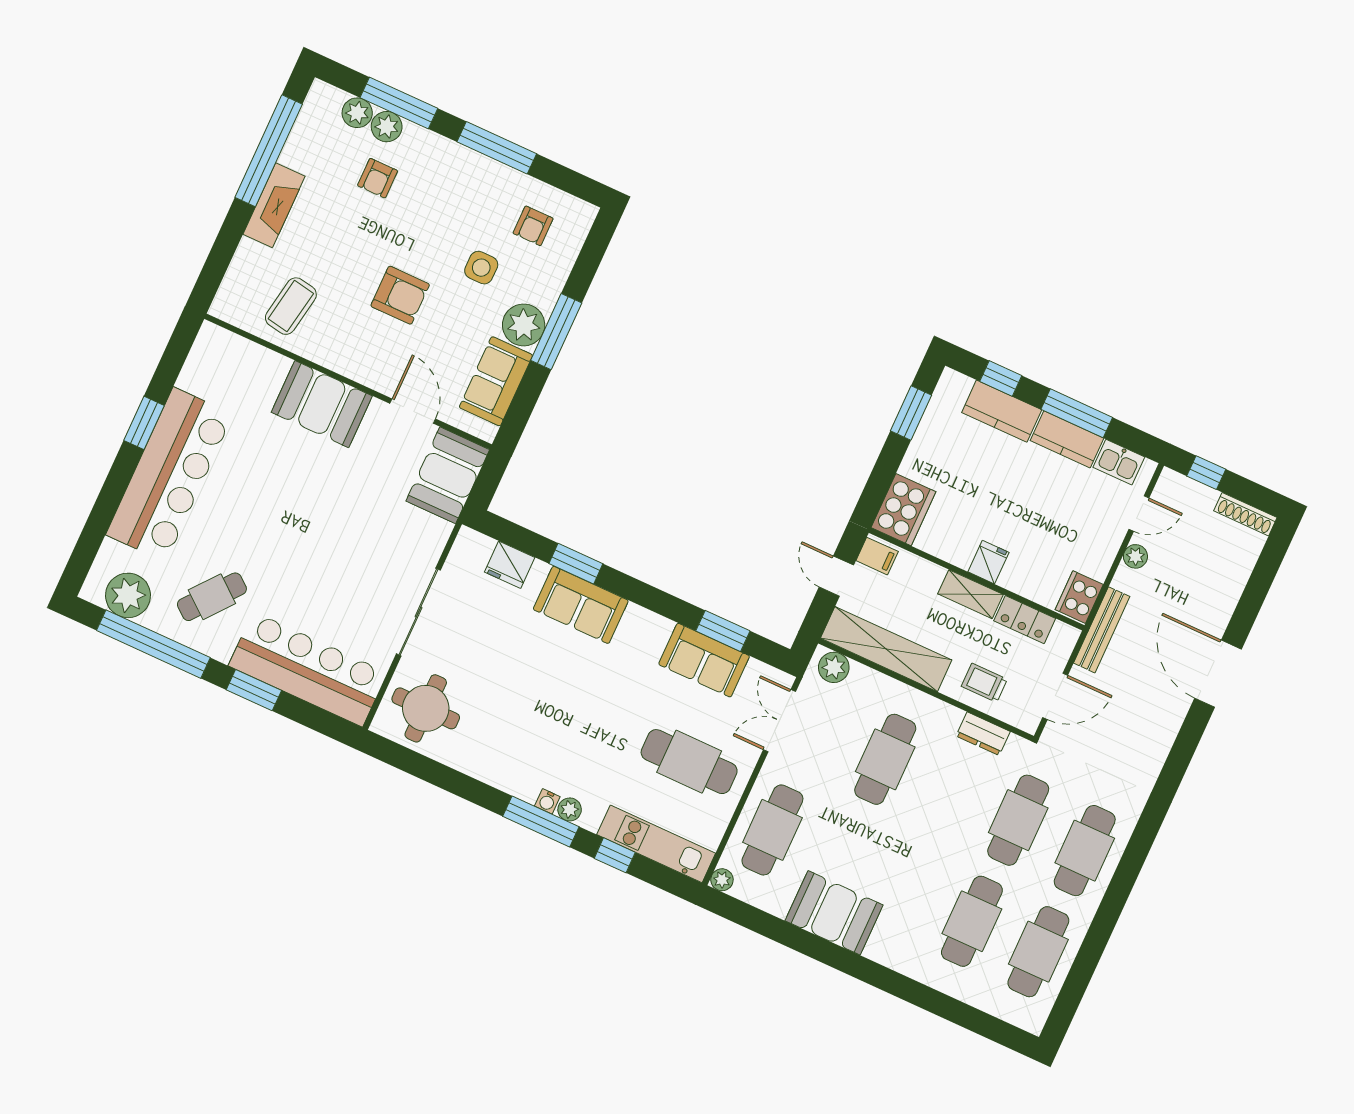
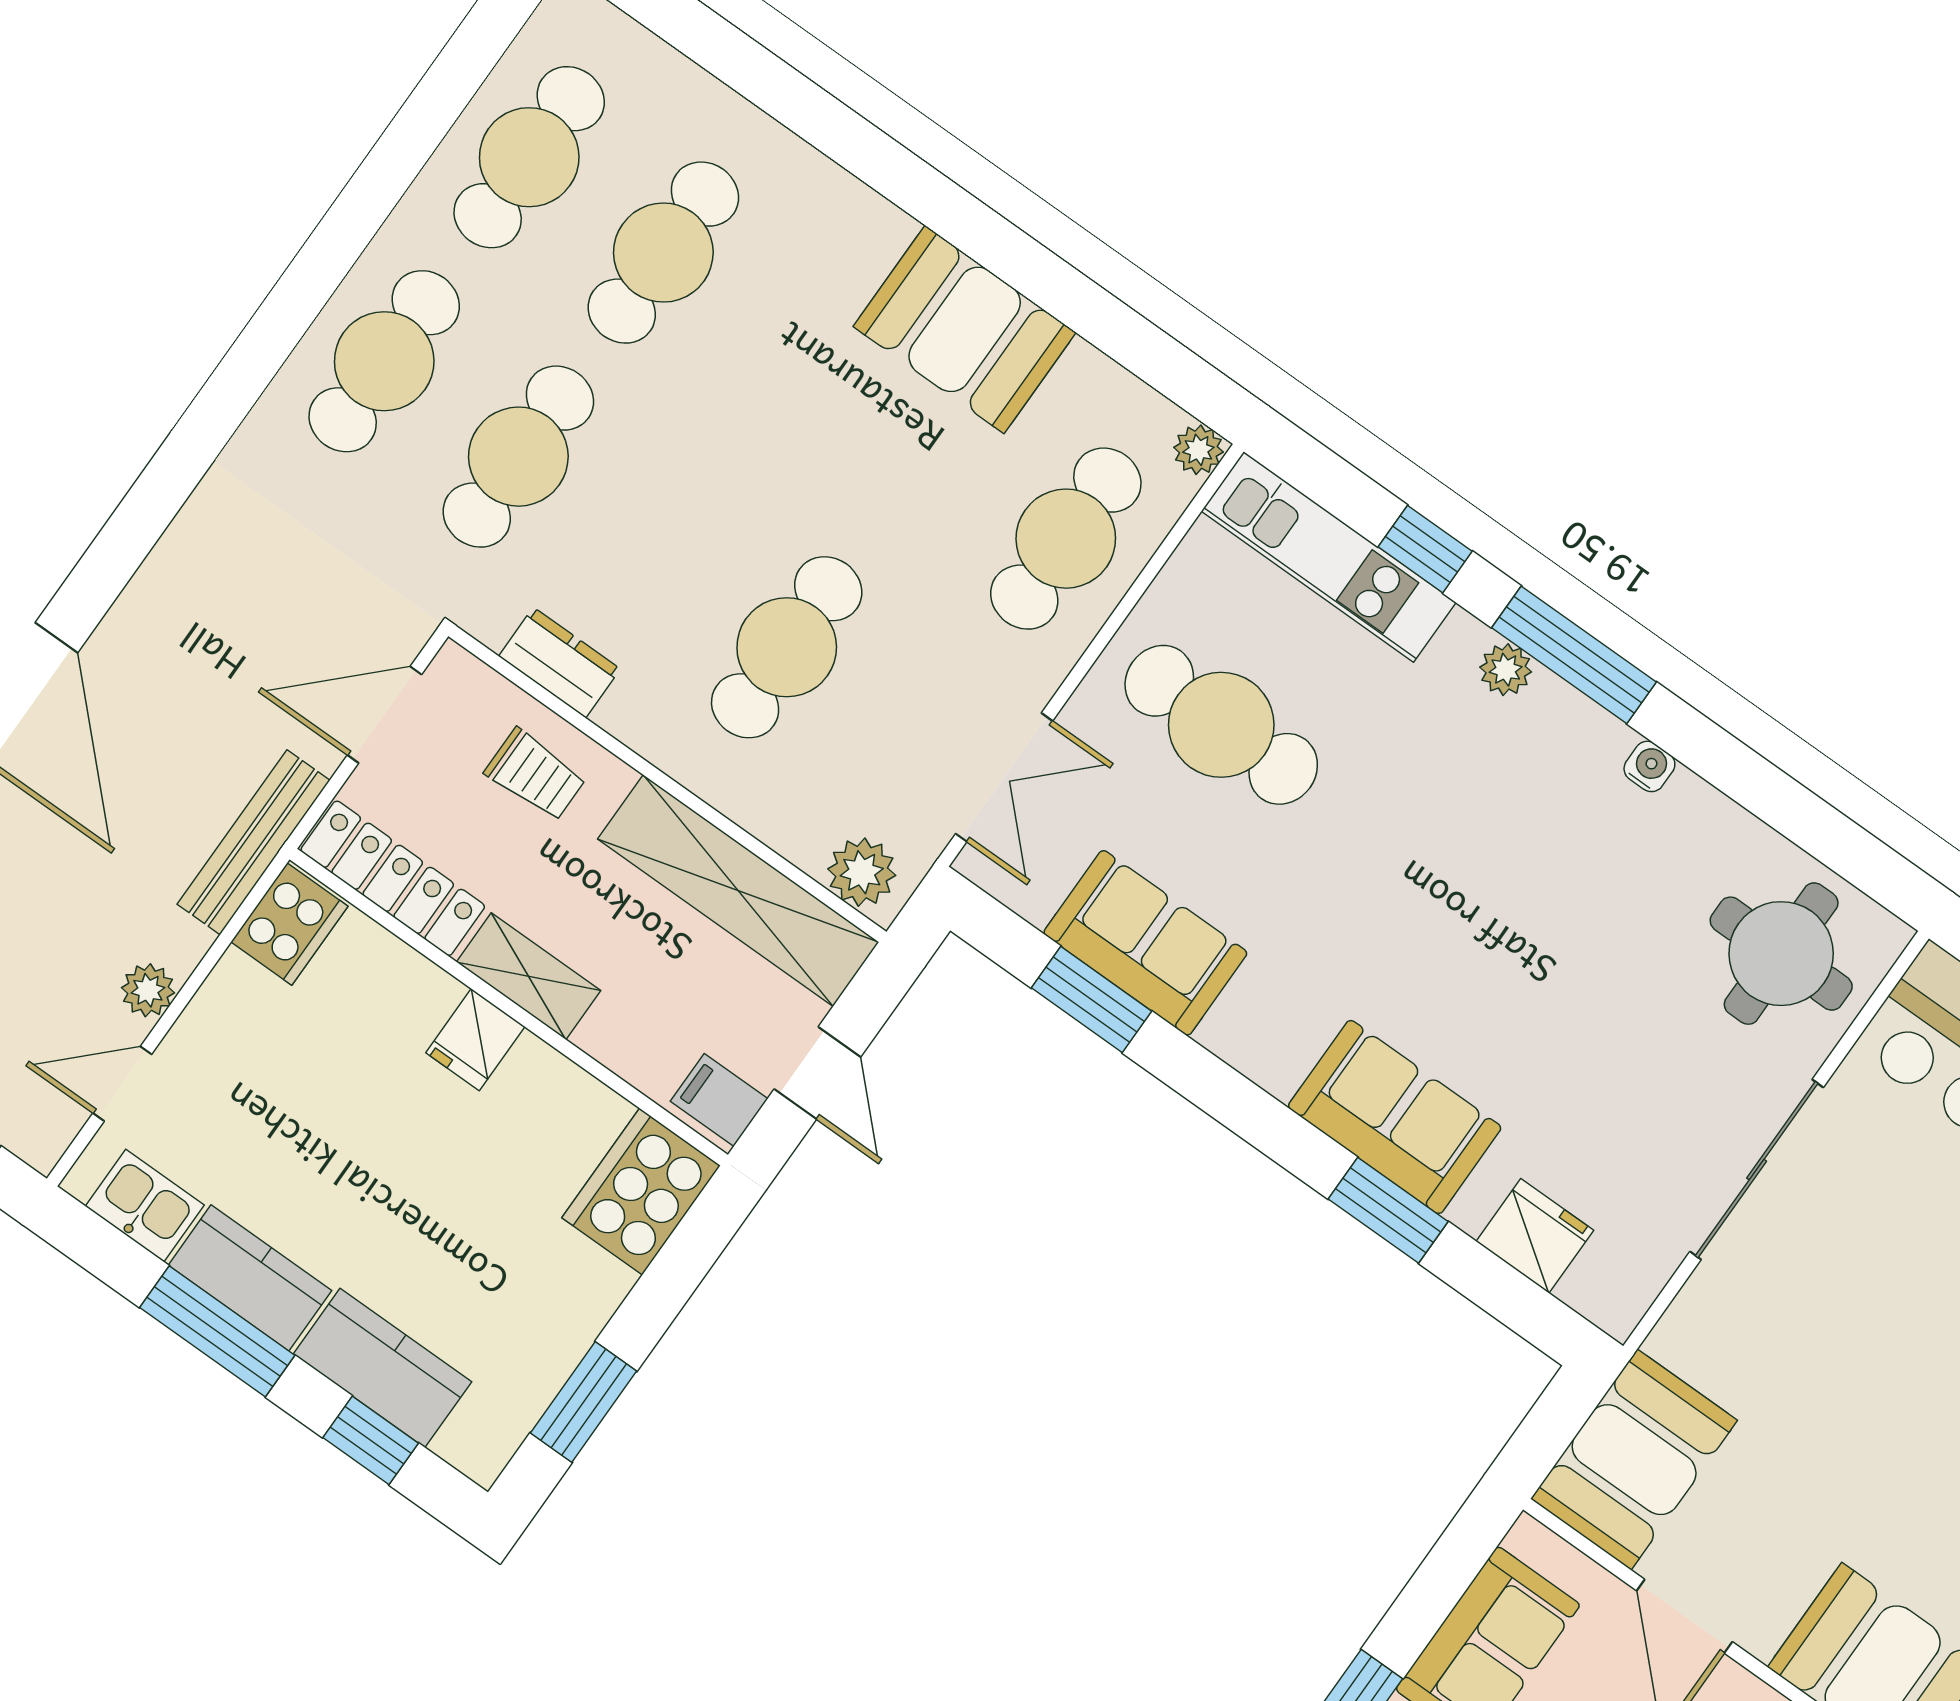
locker: (1025, 620) -> (393, 878), width x1.53
water cooler: (547, 801) -> (1649, 766), moved

